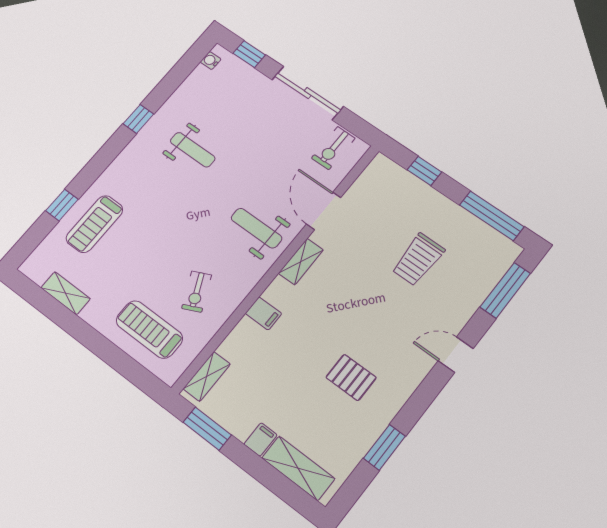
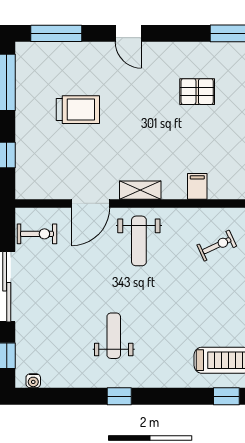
pallet: (351, 377) -> (197, 92), turned 90

